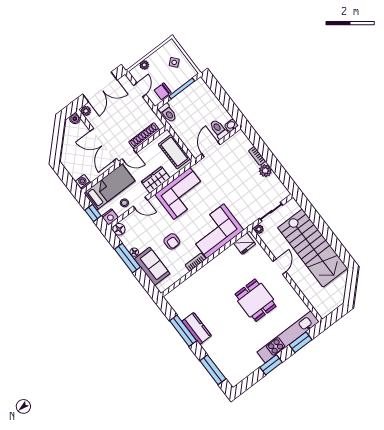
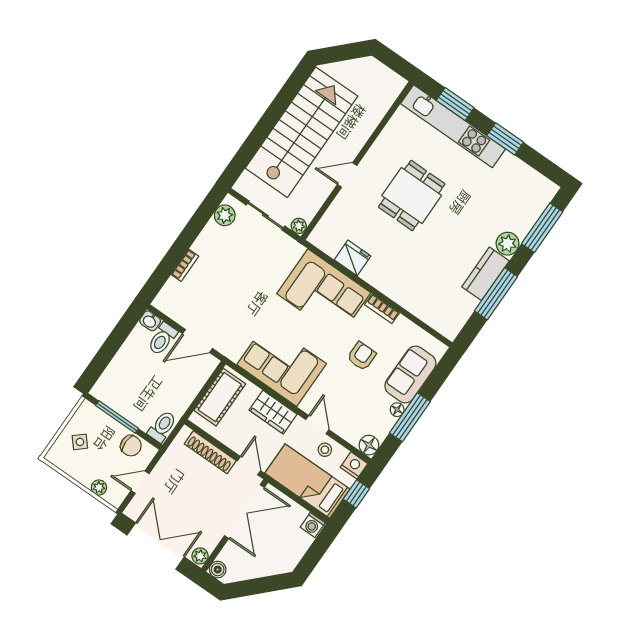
plant: (265, 171) -> (225, 215), moved
fridge: (244, 244) -> (353, 258), moved
plant: (210, 347) -> (508, 244), added

